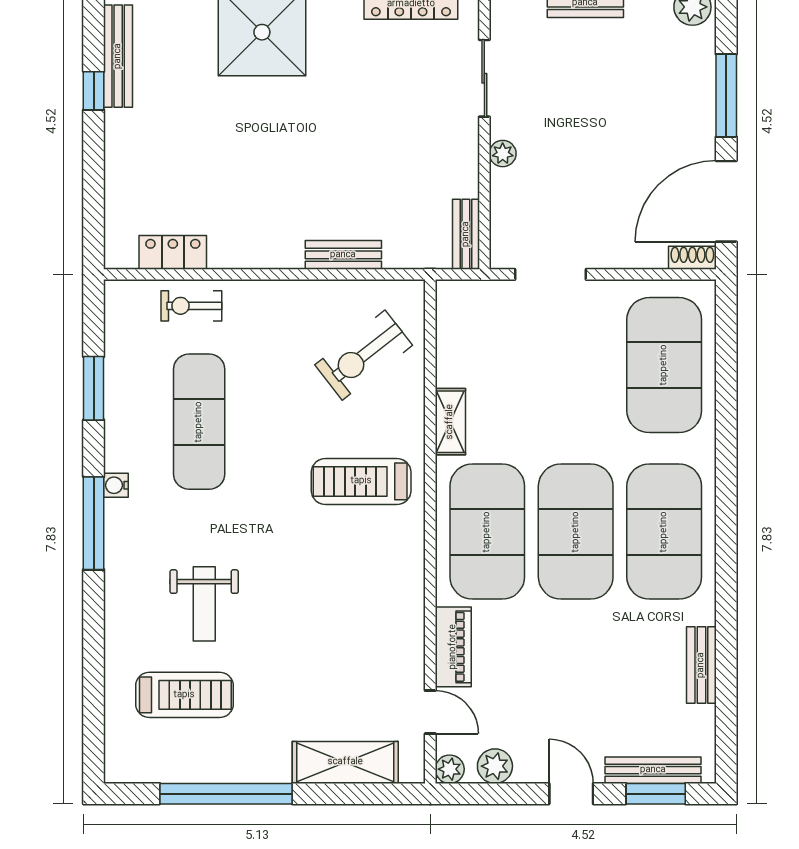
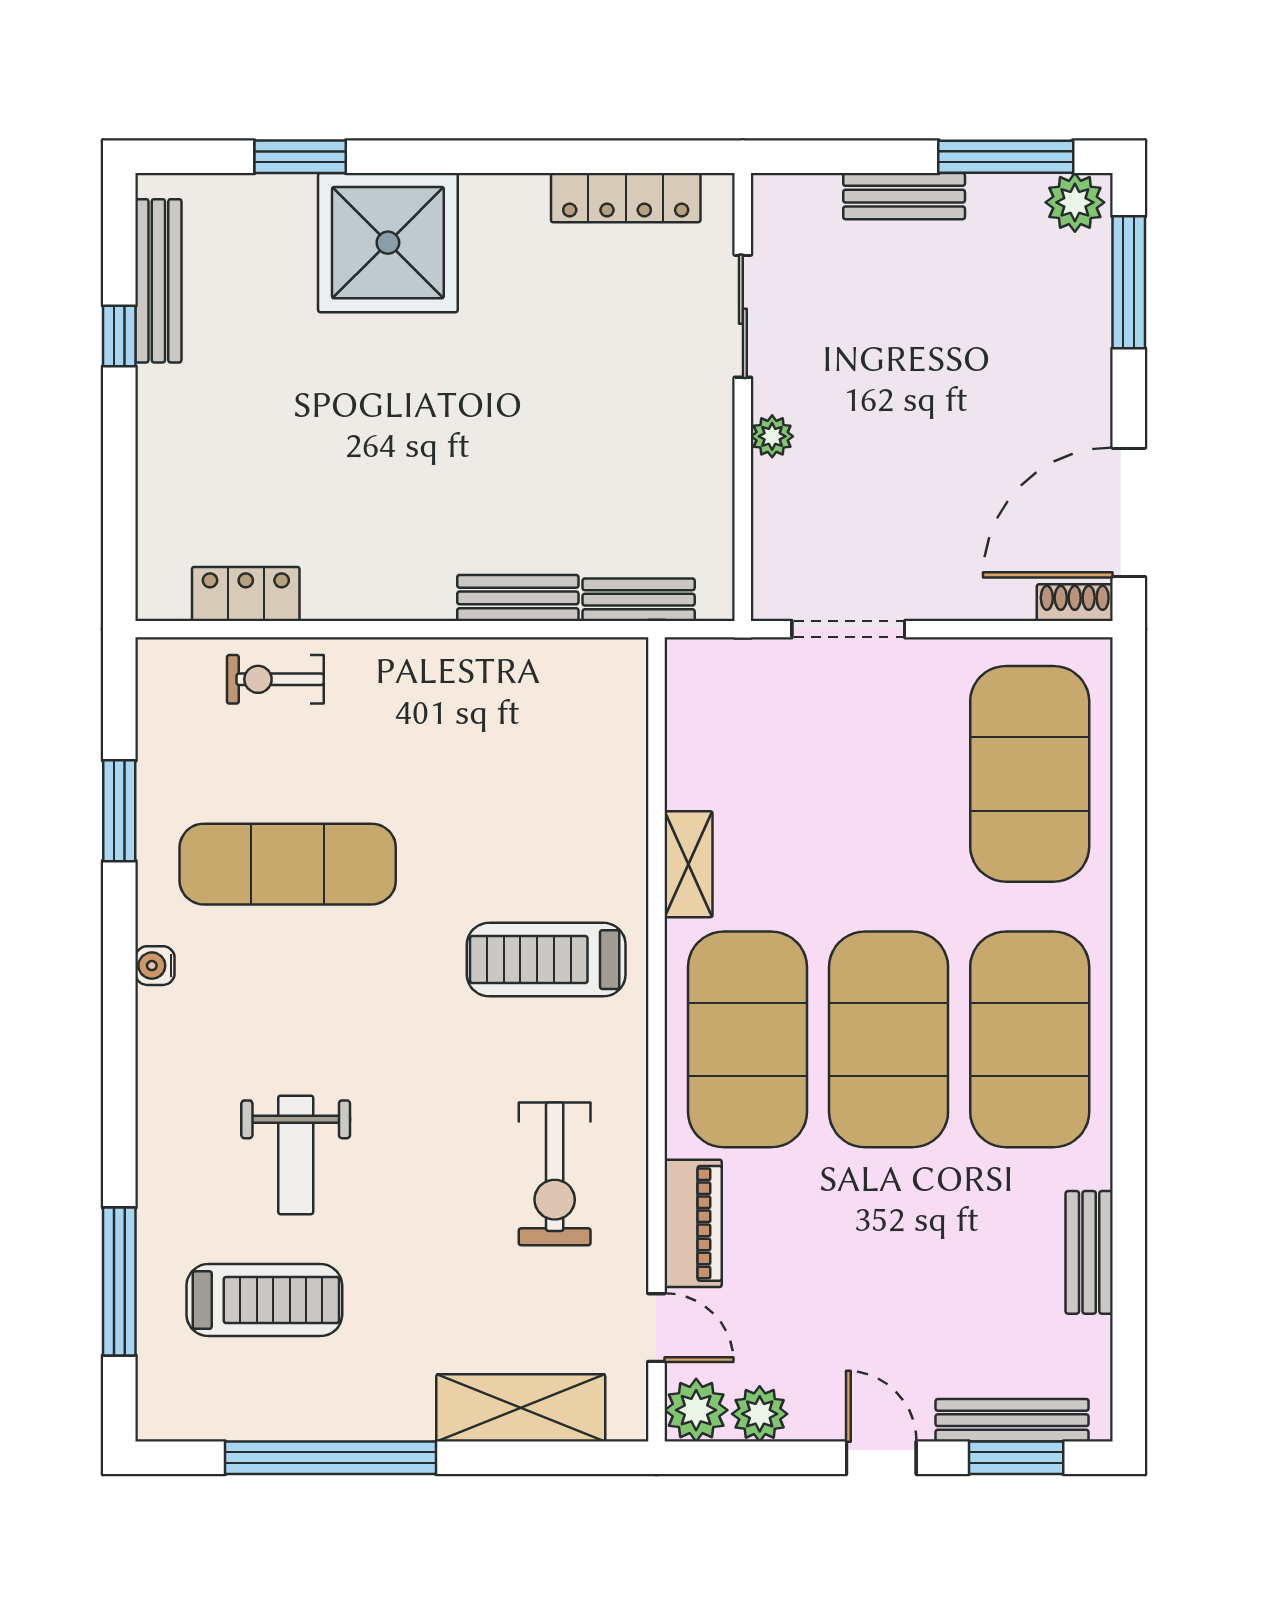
window: (726, 96) -> (1129, 282), moved
bench: (466, 234) -> (639, 600), moved, turned 90
exercise bike: (364, 355) -> (555, 1174), moved, turned -52
exercise mat: (199, 422) -> (288, 864), turned 90
window: (94, 523) -> (119, 1282), moved
plant: (450, 769) -> (696, 1410), width x1.38, depth x1.38

